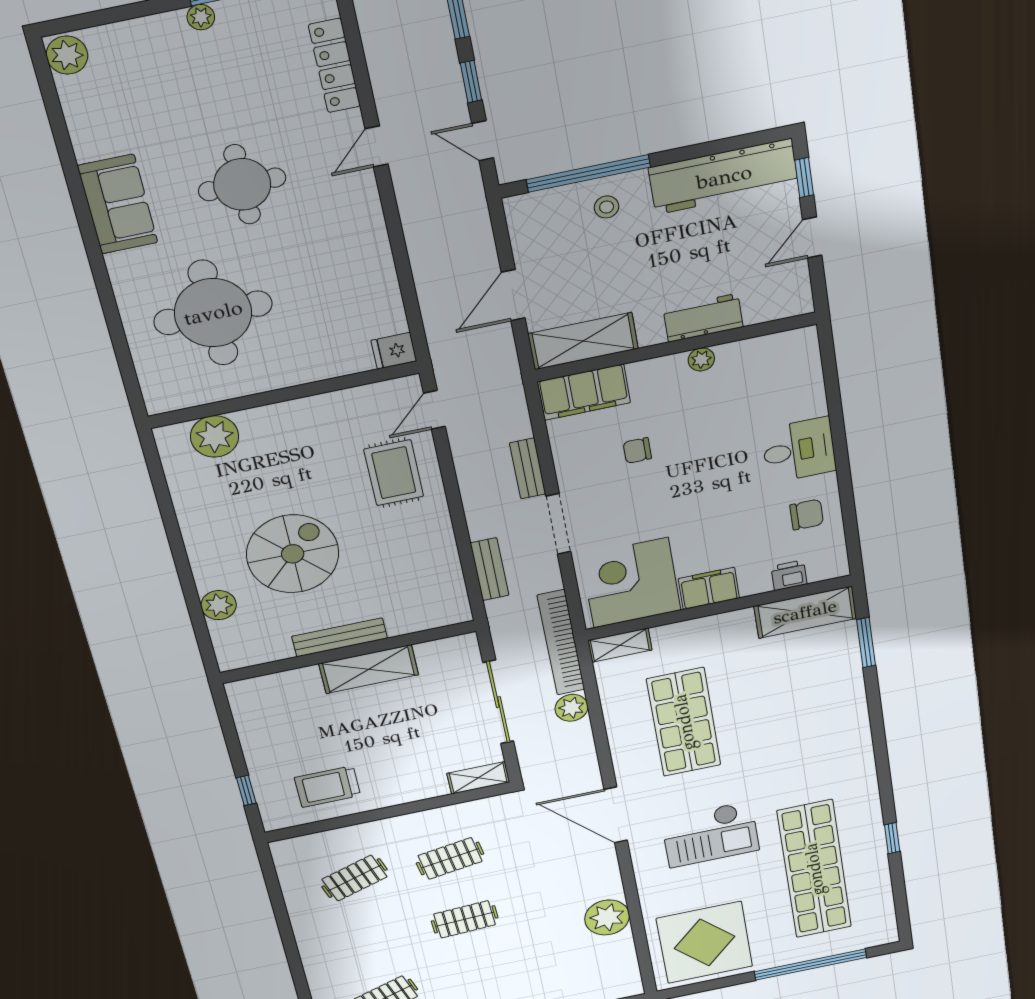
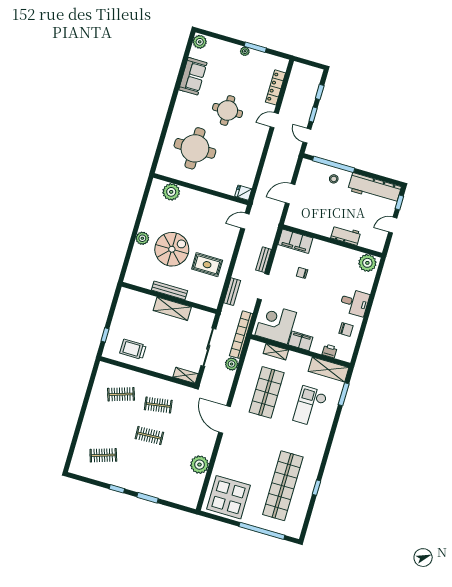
sofa: (118, 204) -> (193, 76), moved
shelving: (583, 341) -> (304, 222), removed
plant: (701, 359) -> (367, 263), moved, width x1.88, depth x1.88
rug: (394, 473) -> (207, 265), moved, turned 90
plant: (219, 605) -> (142, 238), moved
shelving: (620, 645) -> (276, 352), moved
checkout: (710, 834) -> (310, 406), moved, turned 90

